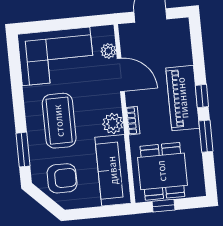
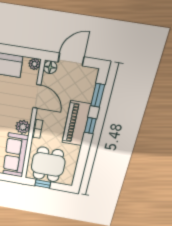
floor lamp: (127, 32) -> (50, 67), added
plant: (108, 51) -> (34, 64), moved
window: (206, 136) -> (98, 95), moved

